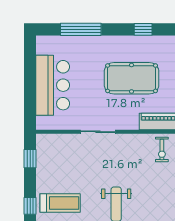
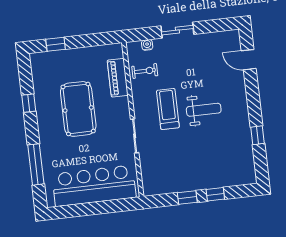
bar counter: (53, 85) -> (94, 186), width x1.36
window: (30, 159) -> (187, 198), moved
treadmill: (60, 203) -> (168, 109), moved

